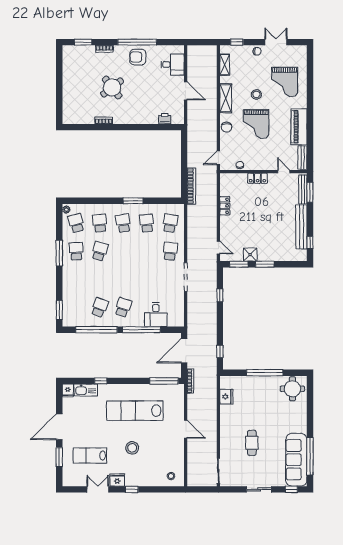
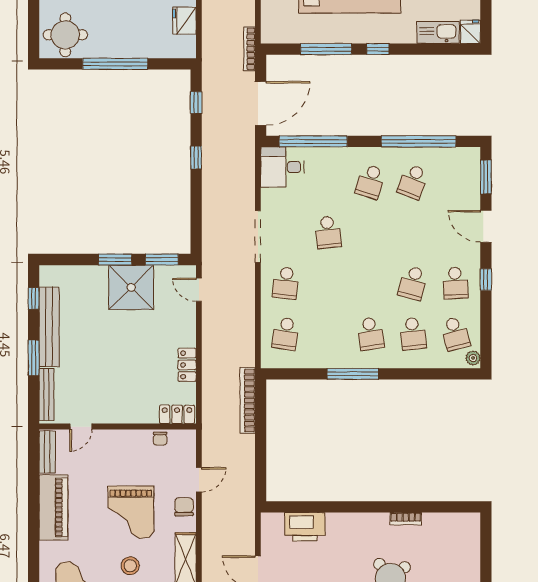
printer: (165, 119) -> (305, 527), width x1.87, depth x1.48
grand piano: (256, 124) -> (131, 512), turned 180
door: (218, 158) -> (199, 480), moved
door: (284, 172) -> (81, 427), hinge flipped
locker: (257, 178) -> (177, 414), moved
window: (310, 192) -> (34, 358), moved
window: (133, 201) -> (353, 374), width x1.44
school desk: (147, 223) -> (328, 232), moved
window: (59, 253) -> (486, 280), width x0.46
shower: (250, 255) -> (131, 287), width x1.86, depth x1.86
door: (59, 283) -> (486, 226), added
window: (220, 295) -> (196, 157), moved
desk: (156, 315) -> (282, 167), moved, turned -90
window: (141, 330) -> (313, 141), moved
window: (101, 381) -> (378, 49), moved
window: (164, 381) -> (326, 49), moved

